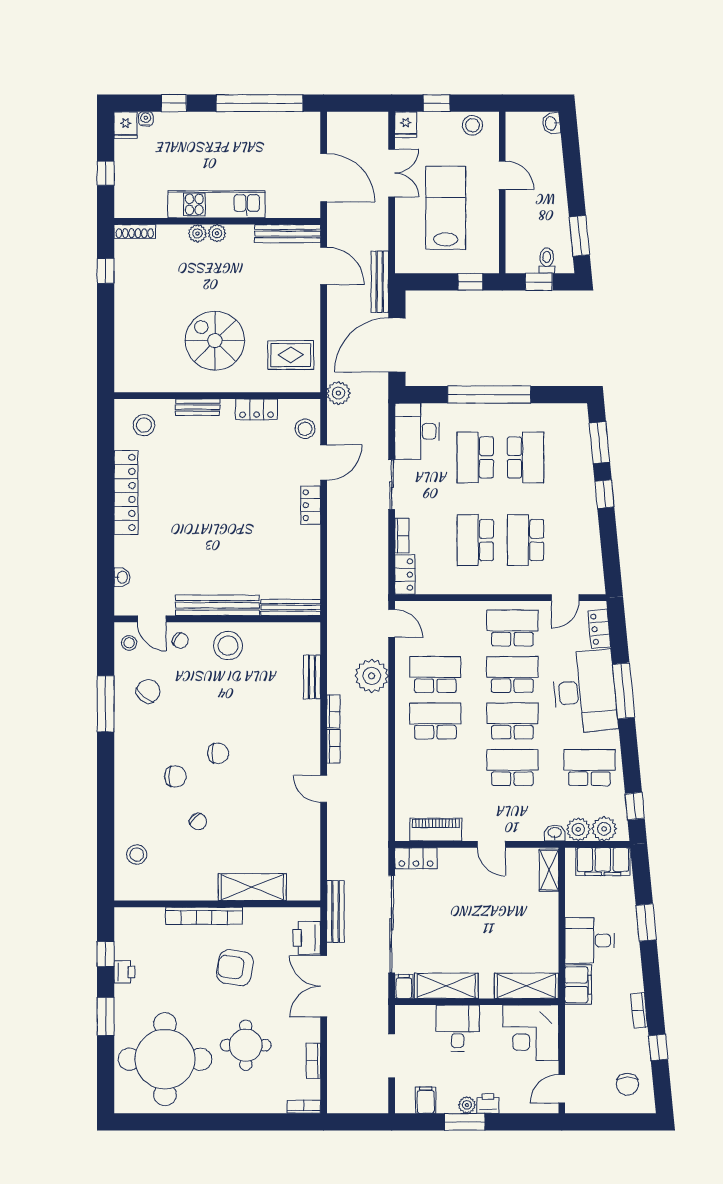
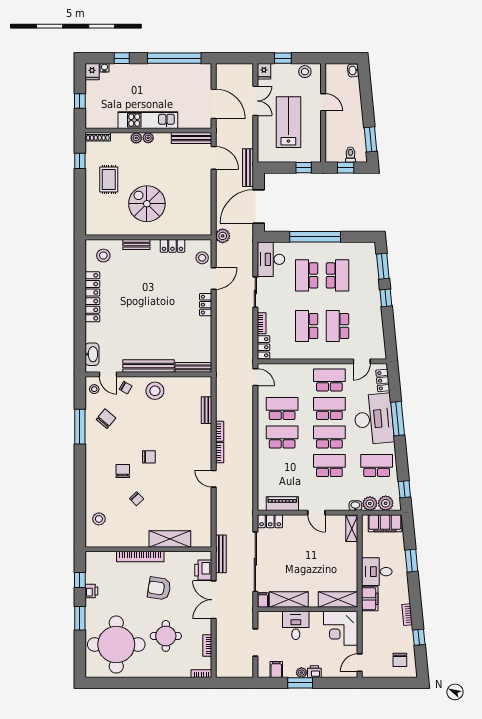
rug: (291, 355) -> (109, 180), moved, turned 90
washbasin: (122, 577) -> (92, 354), width x1.91, depth x1.45
plant: (372, 676) -> (243, 409), removed
chair: (175, 776) -> (123, 471), turned -90

